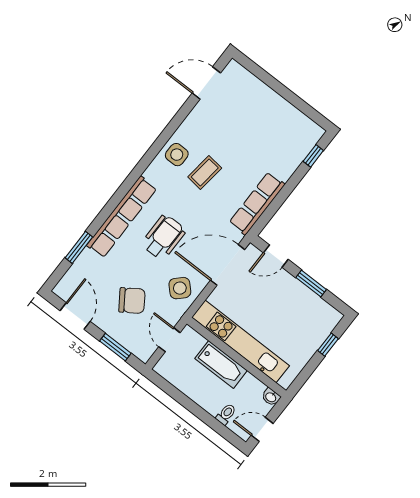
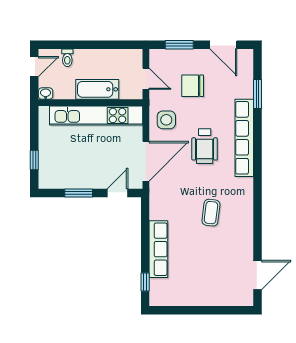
side table: (177, 155) -> (240, 210), removed
row of seats: (257, 203) -> (158, 249), moved
side table: (180, 288) -> (166, 120), turned 45
chair: (132, 301) -> (193, 86), turned 34

